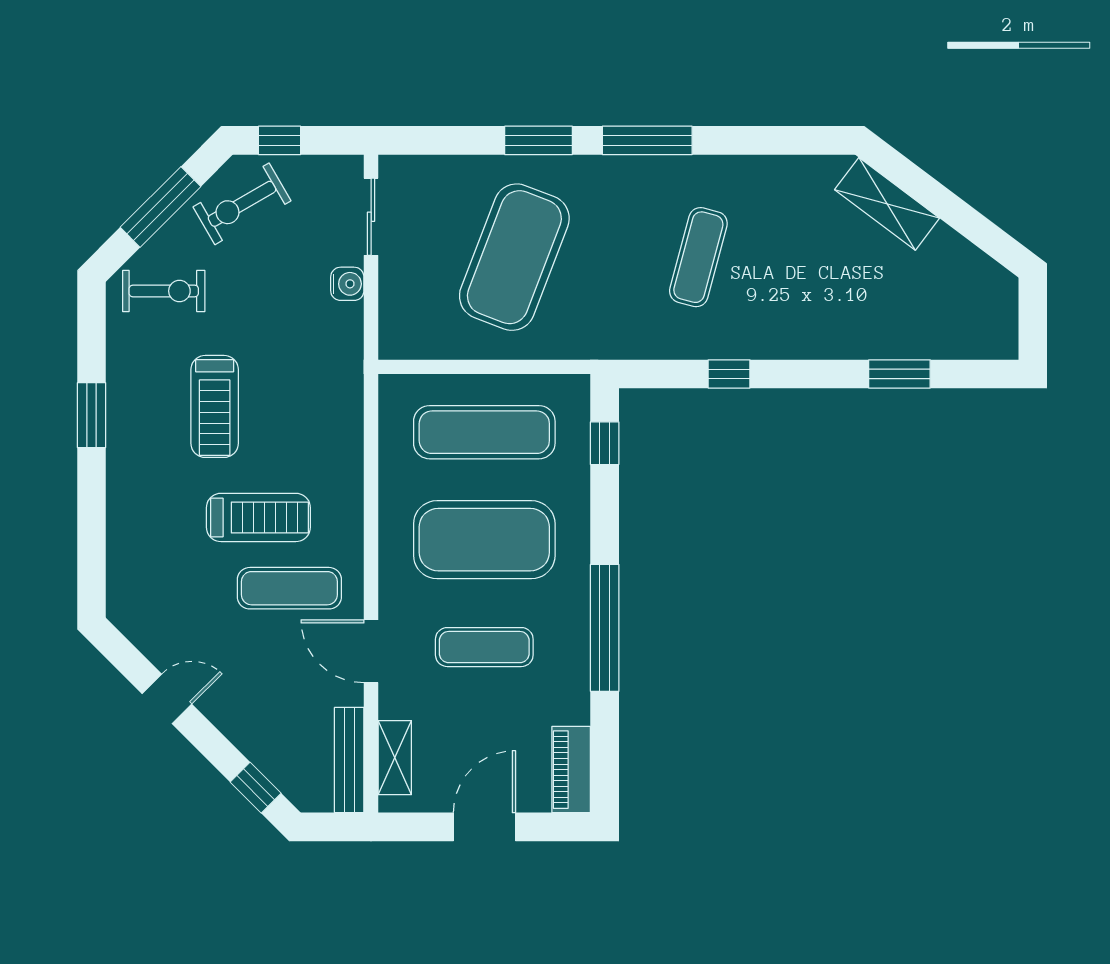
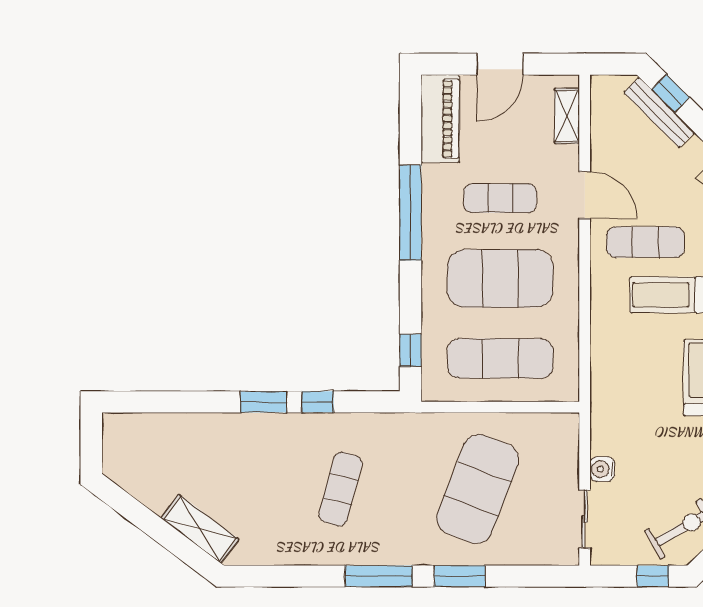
window: (899, 374) -> (264, 402), moved
bench: (349, 760) -> (659, 112), moved, turned -45
piano: (571, 770) -> (440, 119), width x1.37, depth x1.33

